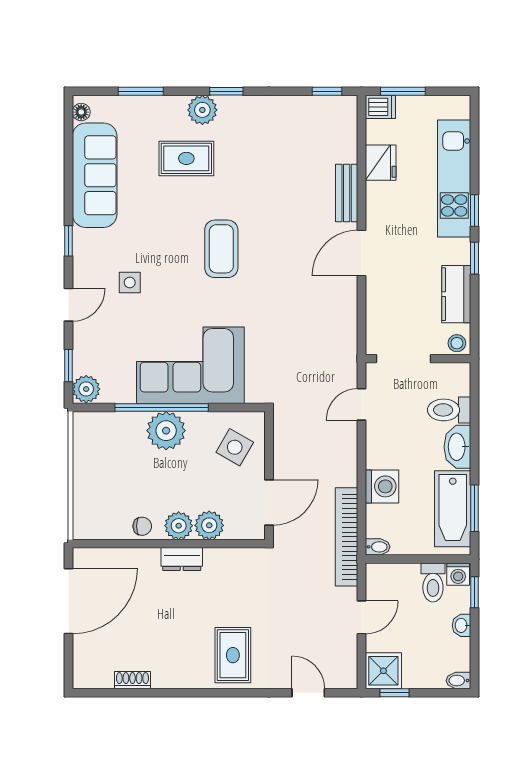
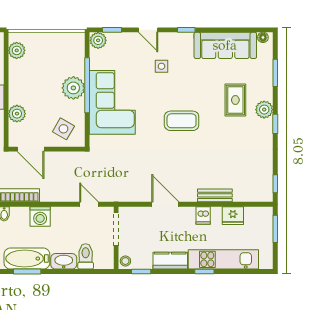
dishwasher: (380, 107) -> (203, 215), moved
door: (361, 253) -> (165, 204), moved
window: (475, 258) -> (141, 272), moved
kitchen counter: (456, 294) -> (170, 261), moved
chair: (142, 526) -> (16, 74), removed
plant: (179, 526) -> (17, 50), moved

